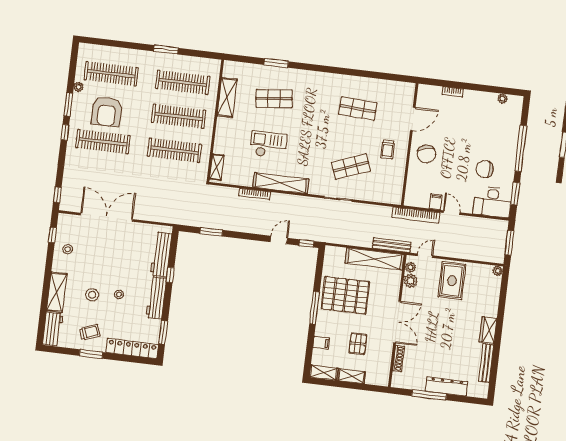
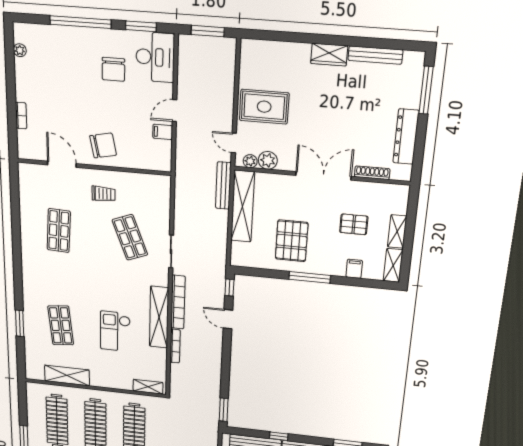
bookcase: (416, 215) -> (178, 302), moved
window: (211, 232) -> (224, 410), moved
plant: (498, 271) -> (247, 45), removed
pallet: (345, 295) -> (292, 241), width x0.73, depth x0.71
dresser: (447, 386) -> (406, 137), moved
window: (429, 395) -> (426, 90), moved

